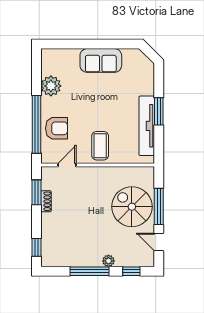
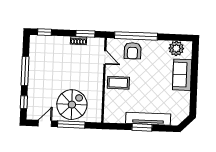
sofa: (101, 60) -> (182, 75), moved
plant: (51, 86) -> (176, 48), moved
tv unit: (147, 126) -> (148, 119), moved
plant: (108, 261) -> (32, 85), removed

